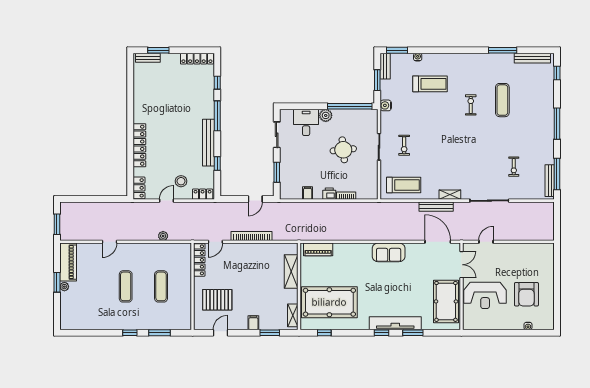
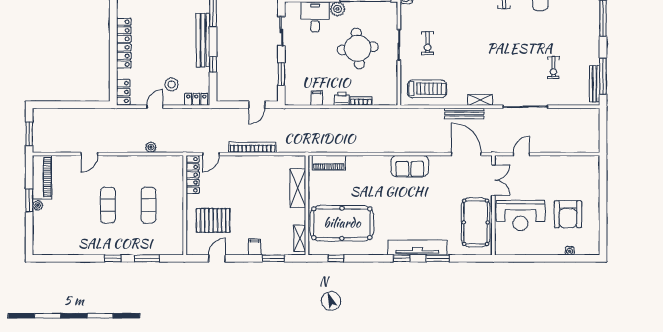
round table: (343, 150) -> (358, 48), width x1.36, depth x1.36

